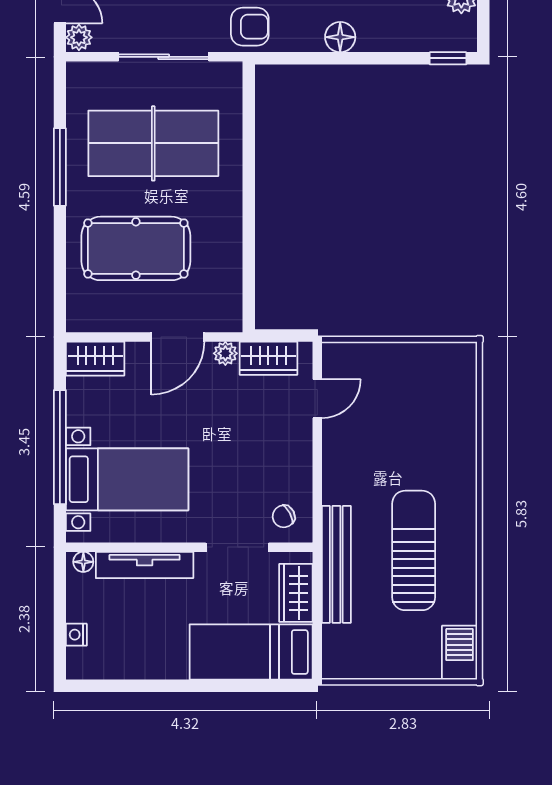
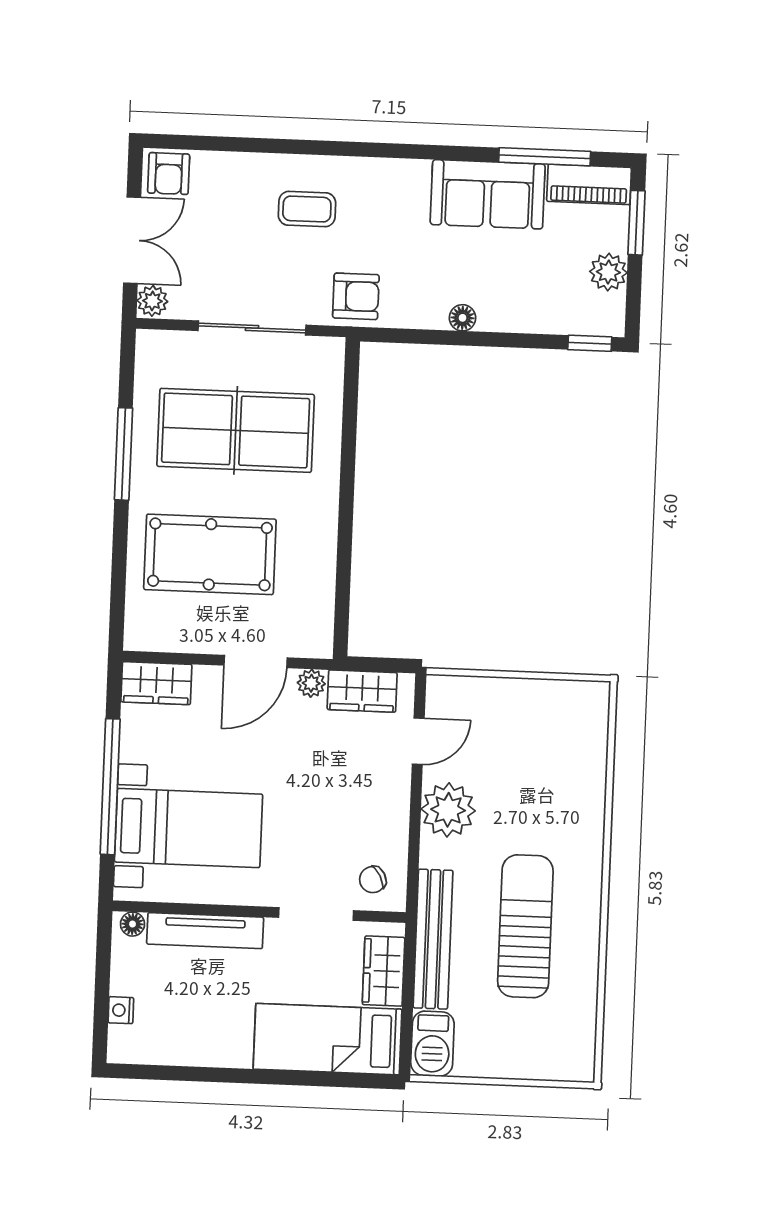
floor lamp: (340, 37) -> (462, 318), width x0.73, depth x0.73
plant: (345, 455) -> (448, 810), added
barbecue: (460, 653) -> (432, 1044), moved, turned 180

